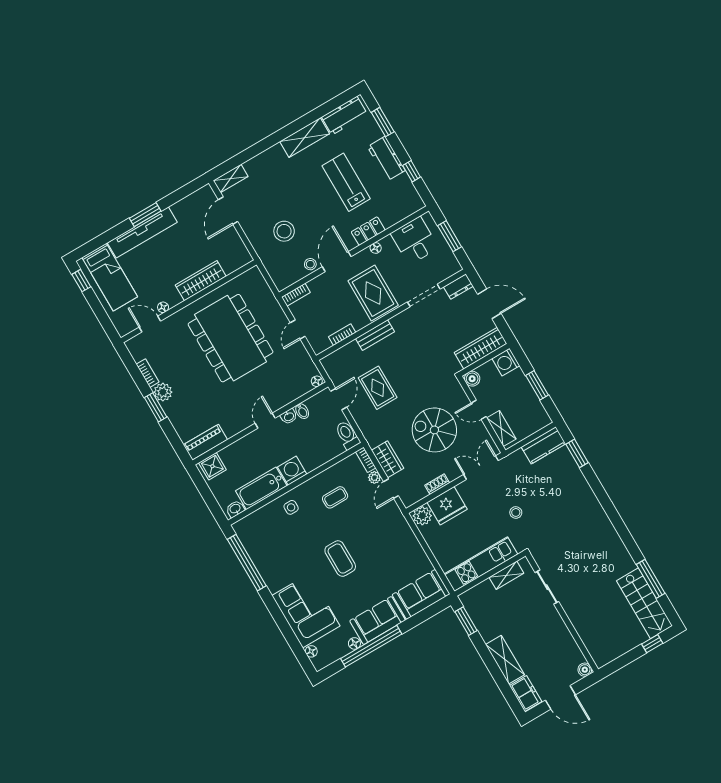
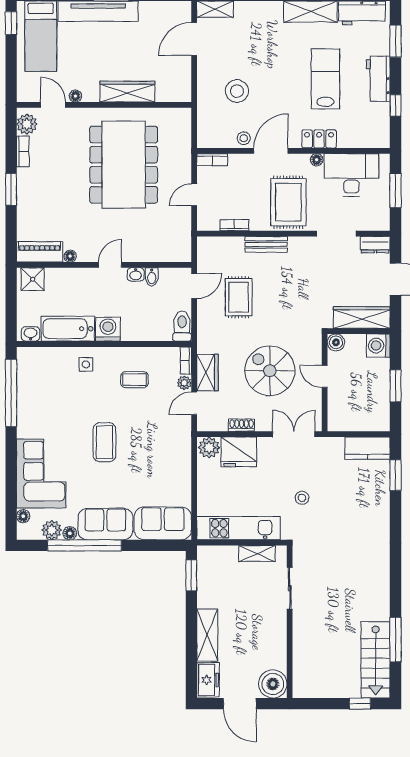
desk: (415, 241) -> (351, 175), width x1.37
floor lamp: (317, 381) -> (70, 256), moved
plant: (163, 392) -> (27, 124), moved
shelving: (501, 429) -> (336, 408), removed
plant: (339, 649) -> (52, 530), added
boiler: (585, 670) -> (273, 684), width x1.86, depth x1.86

